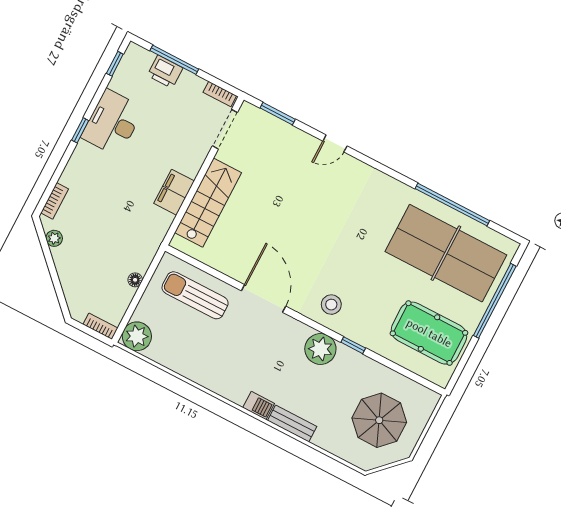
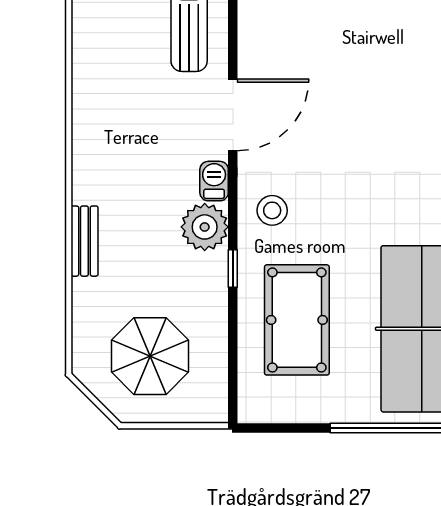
pool table: (429, 333) -> (297, 320), moved
barbecue: (259, 406) -> (214, 181), moved, turned 180

